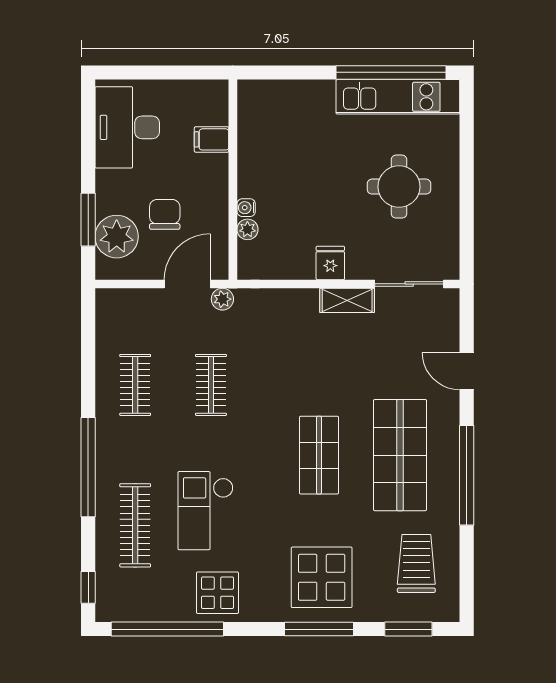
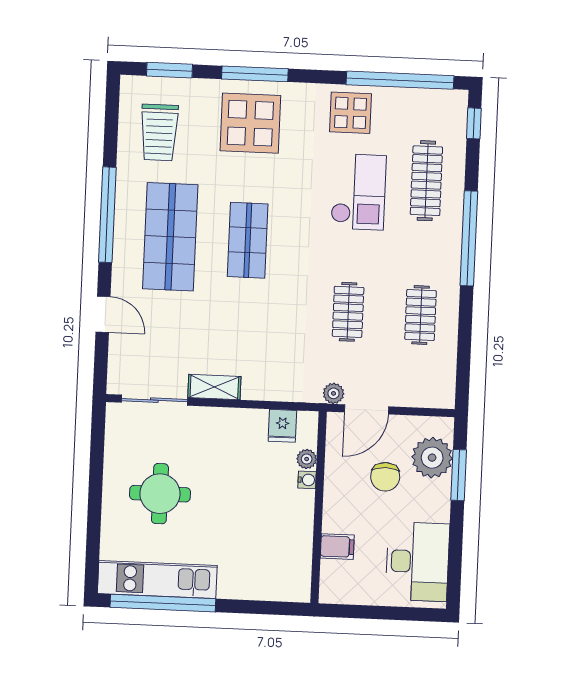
fridge: (330, 263) -> (282, 426), moved

